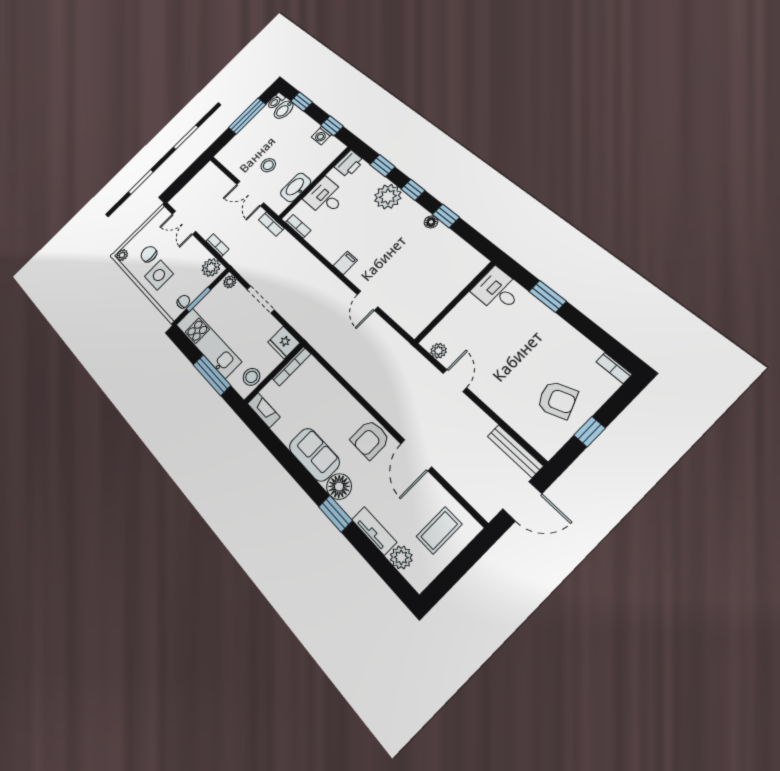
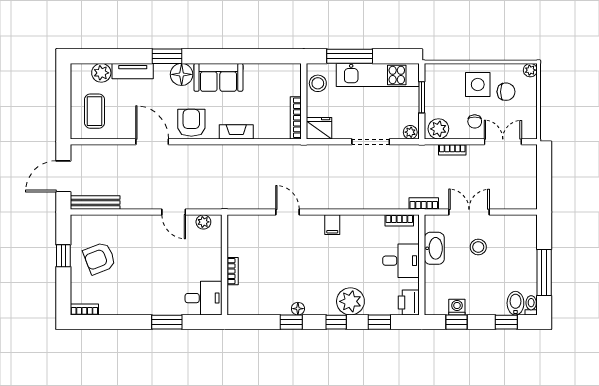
bookcase: (453, 292) -> (233, 271), added
chair: (183, 302) -> (475, 121), moved
fireplace: (264, 410) -> (236, 132), moved, turned 180

